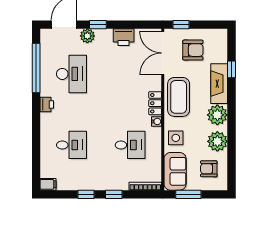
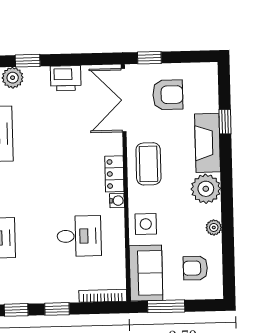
coffee table: (179, 97) -> (148, 164), width x0.73, depth x0.76
plant: (217, 141) -> (214, 227), width x0.53, depth x0.53

